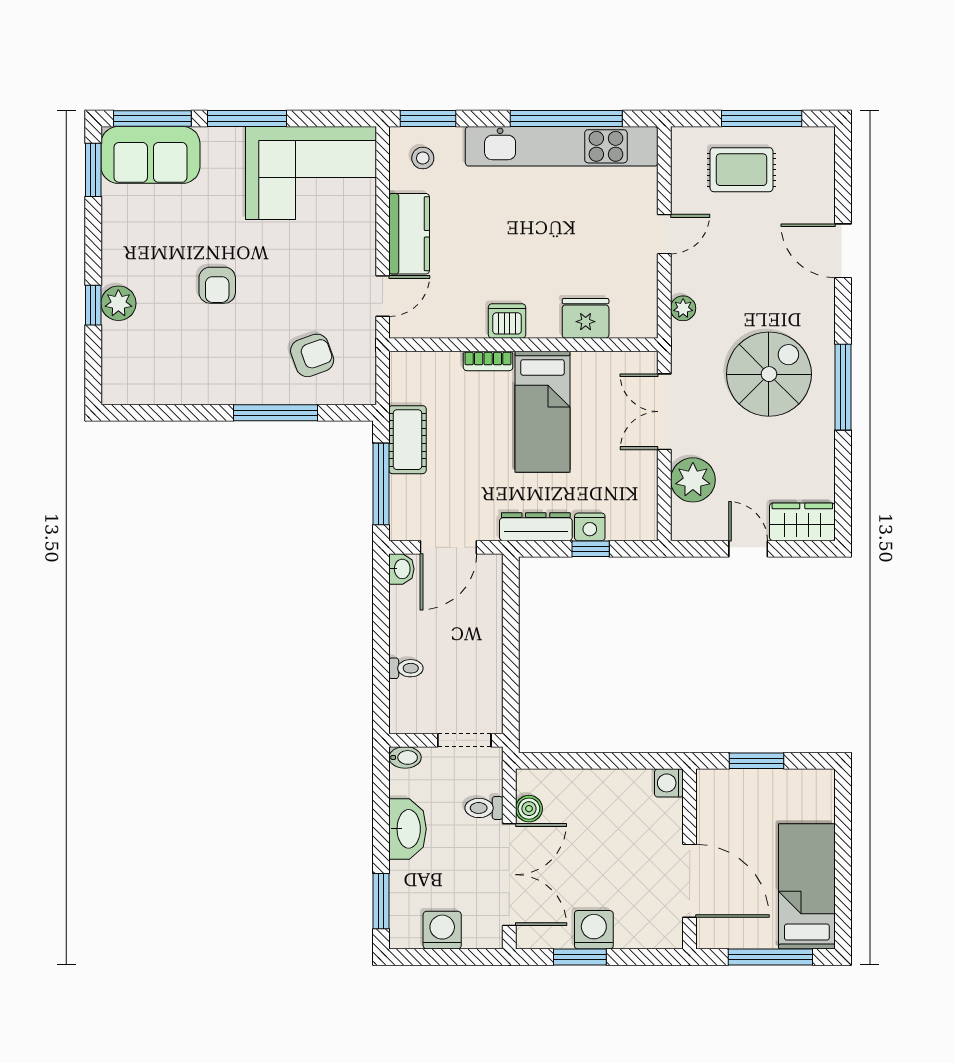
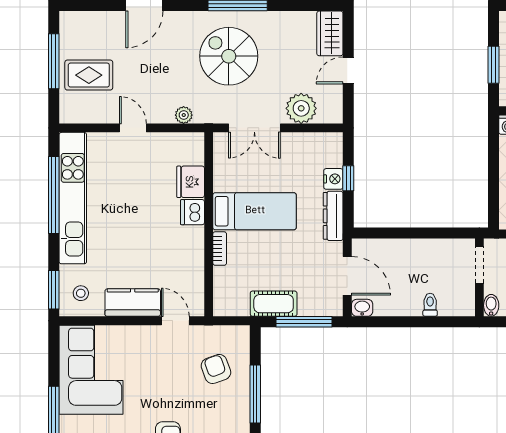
rug: (741, 170) -> (89, 75), turned 90
dishwasher: (507, 321) -> (192, 212), moved

